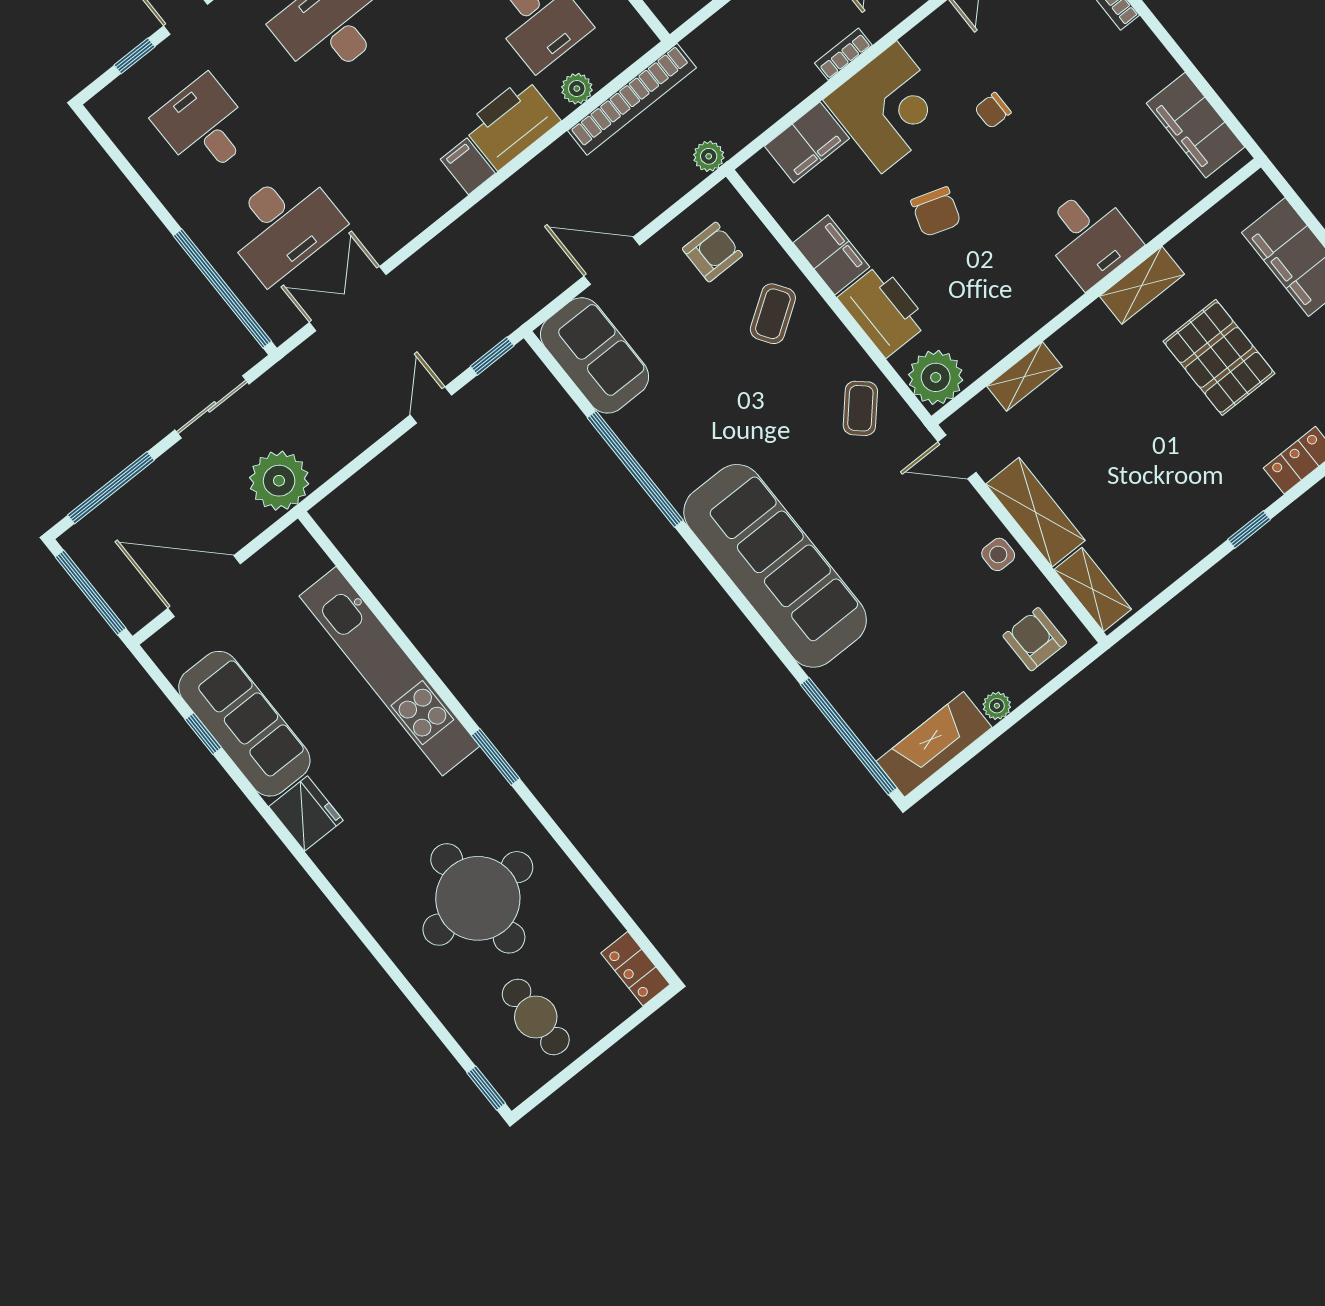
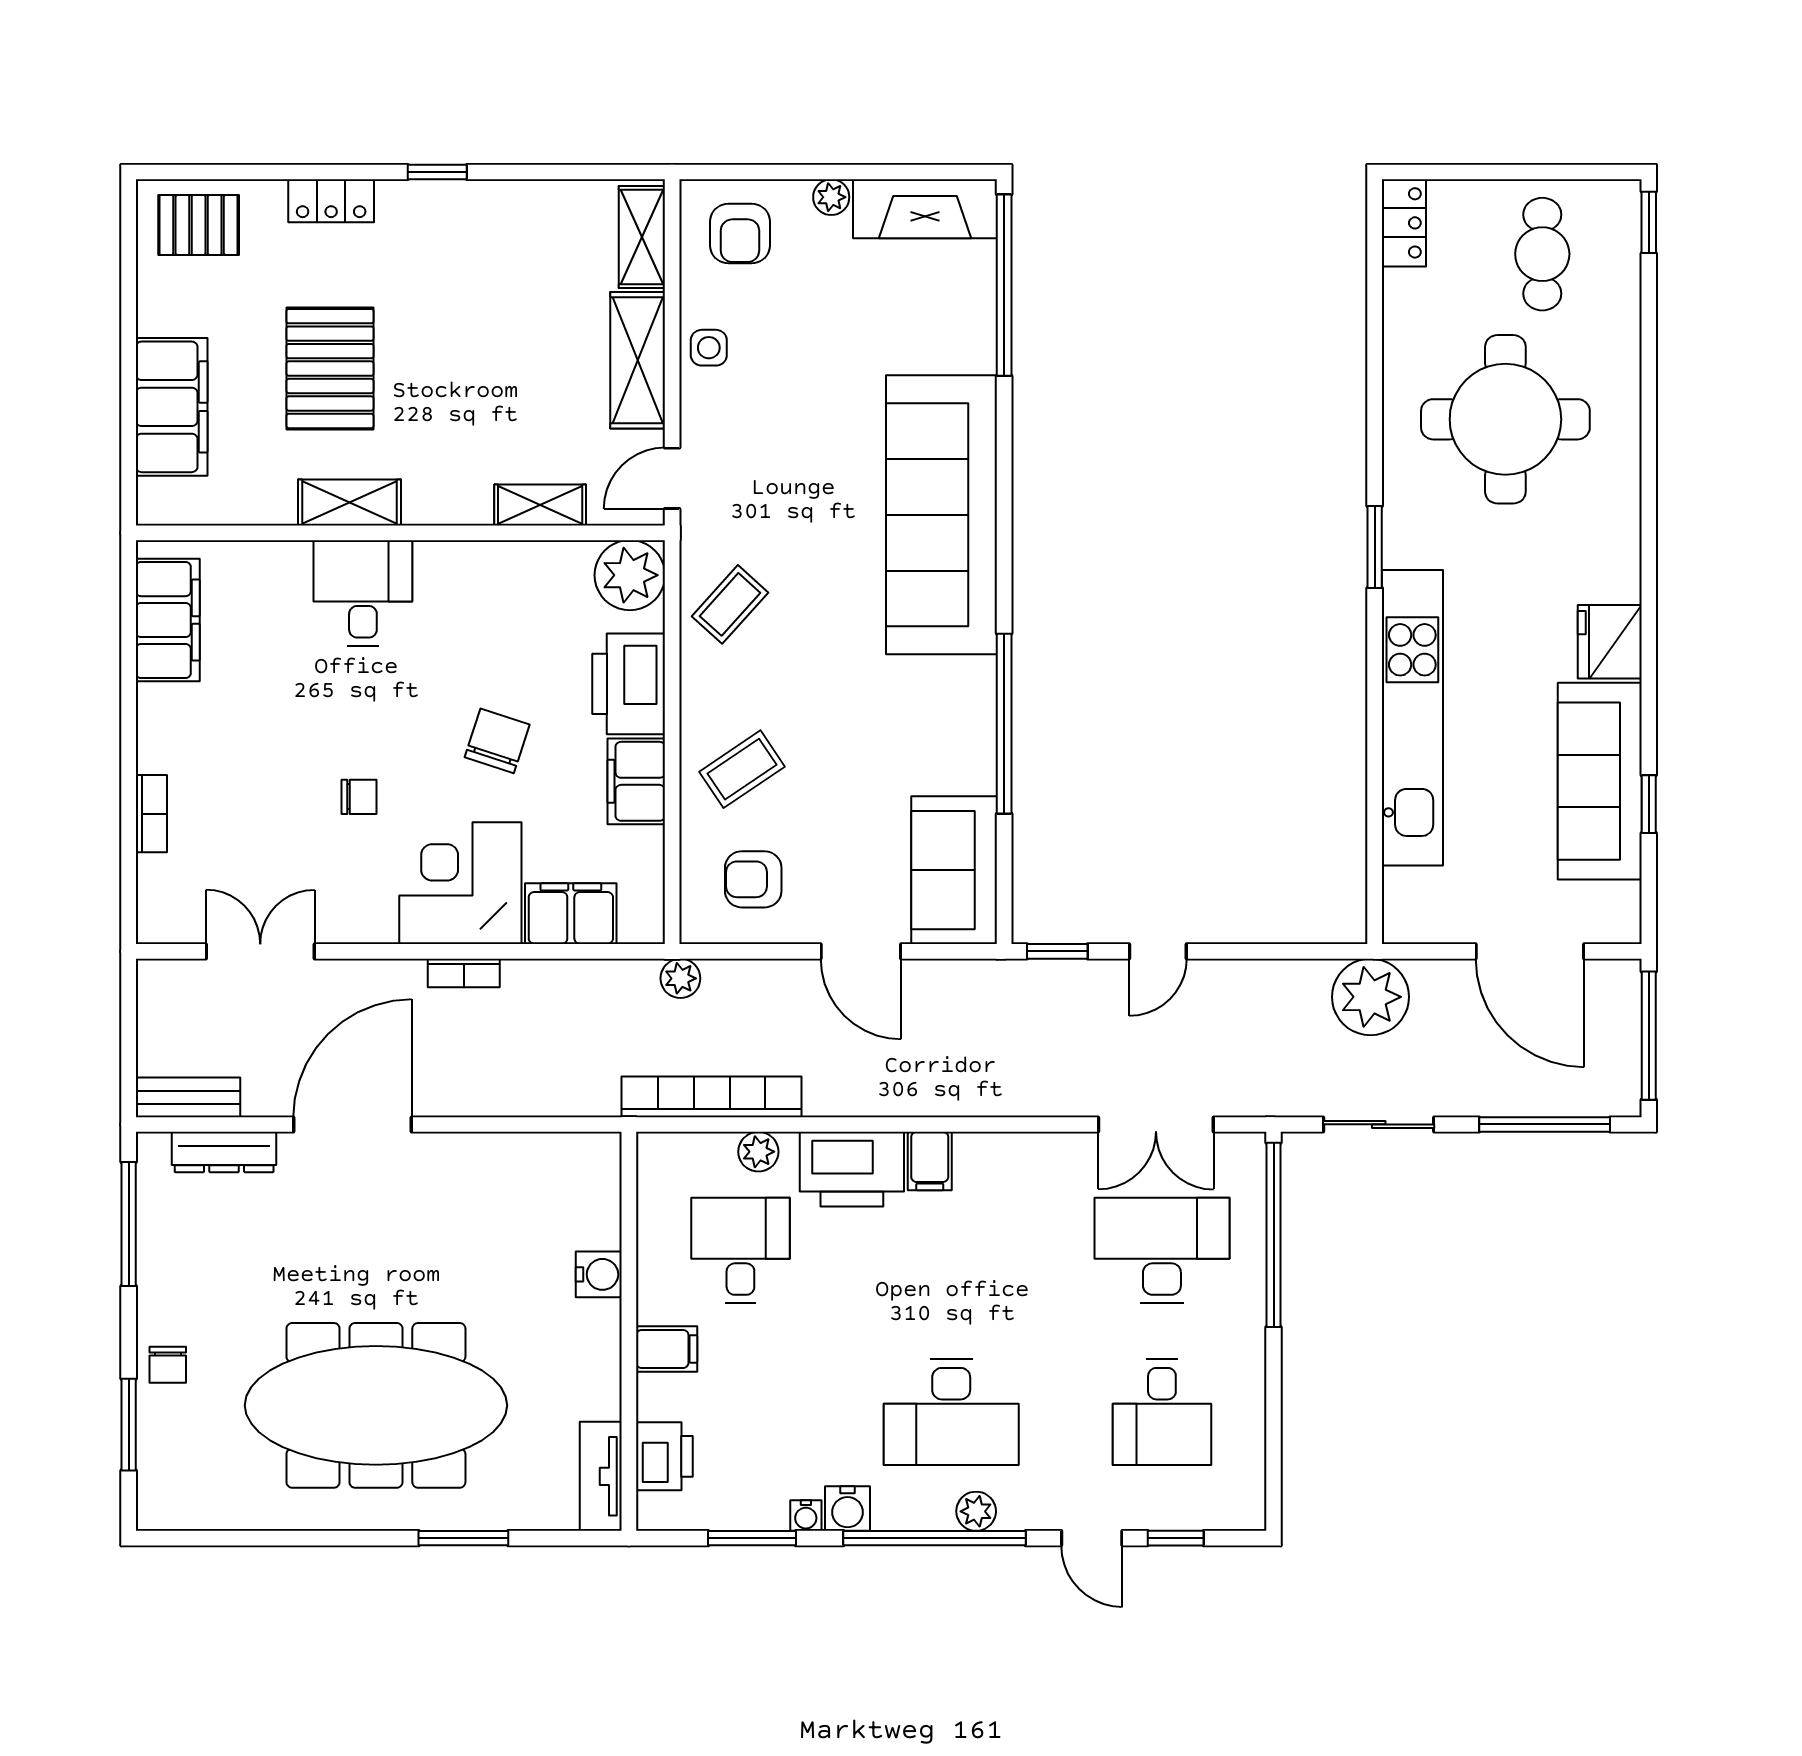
door: (957, 457) -> (672, 478), swing flipped

